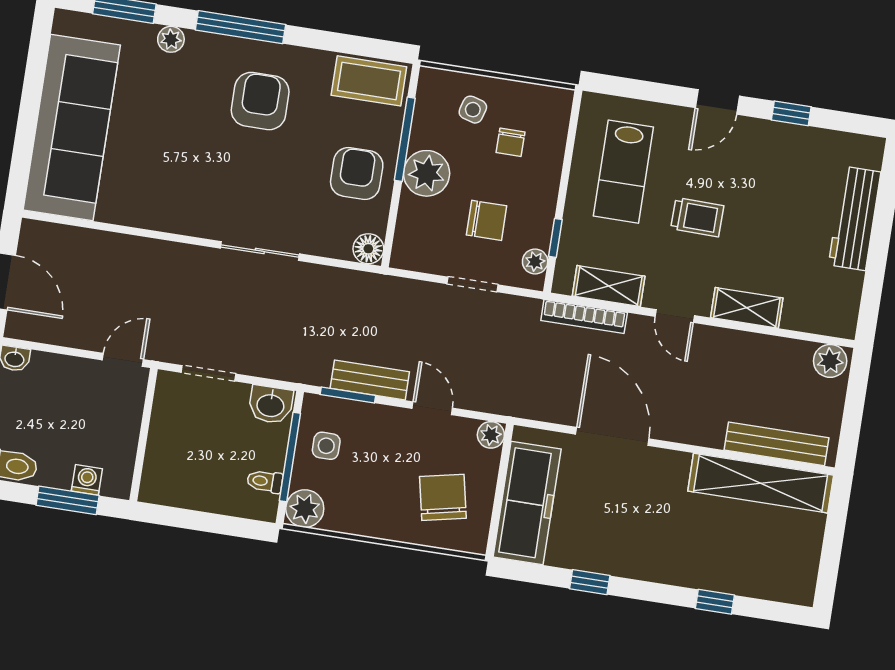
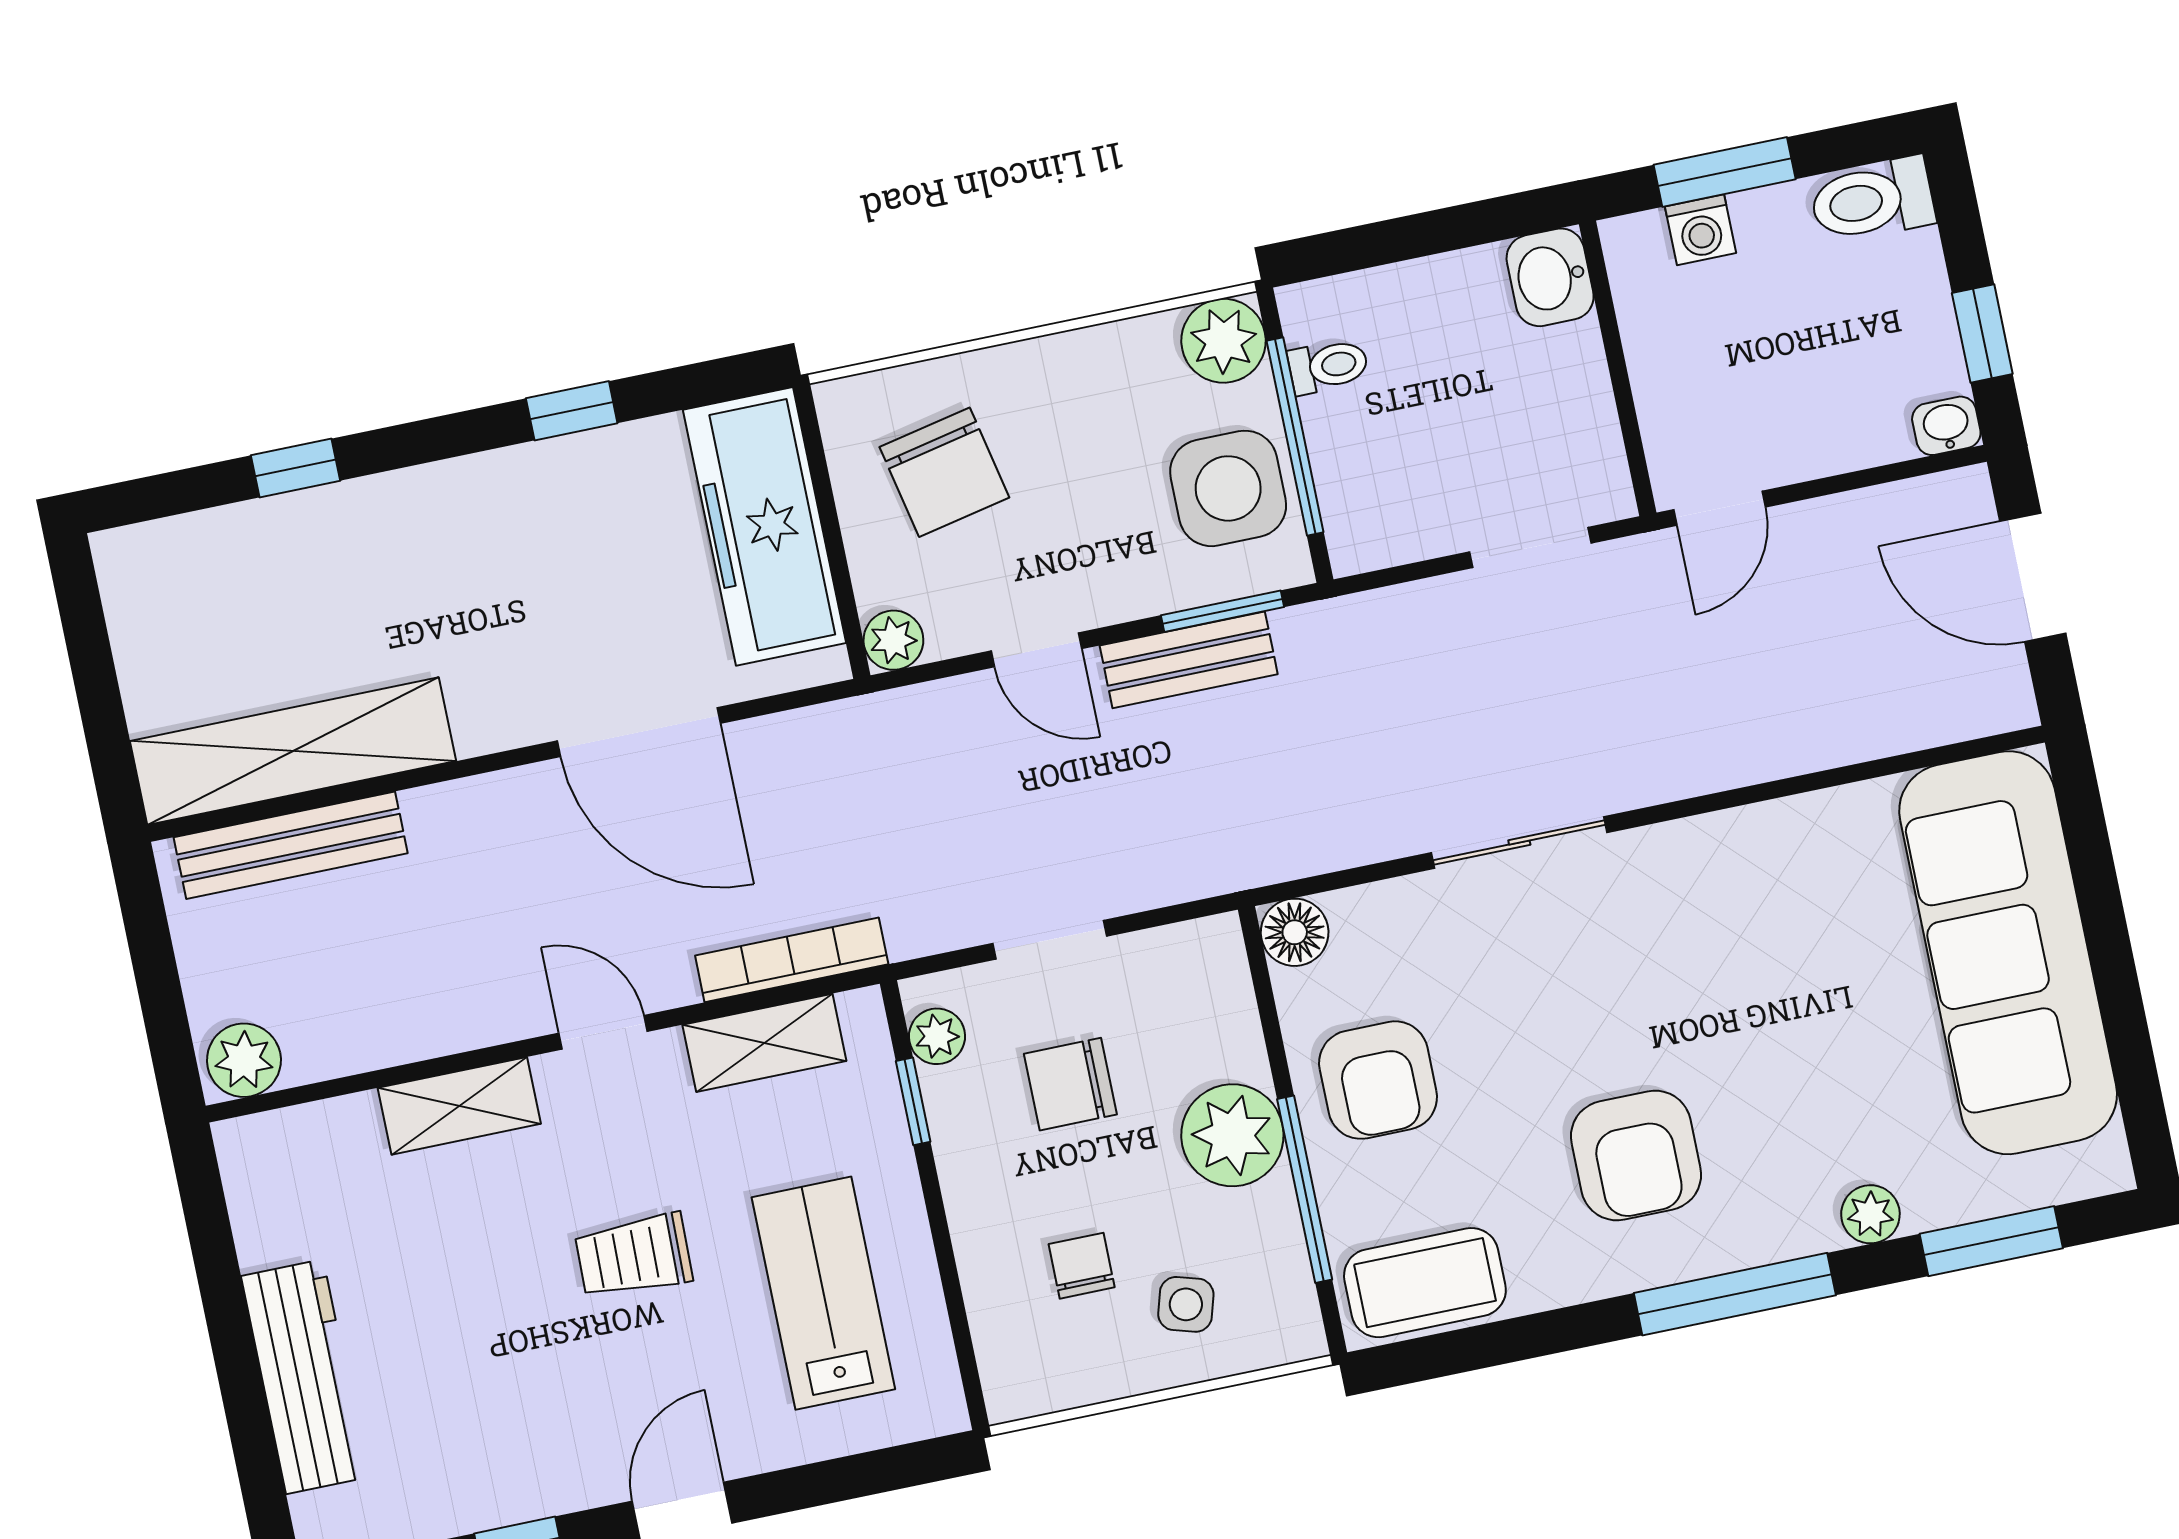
washbasin: (271, 405) -> (1550, 277), moved, turned -90
side table: (326, 446) -> (1228, 488), width x1.87, depth x1.87

